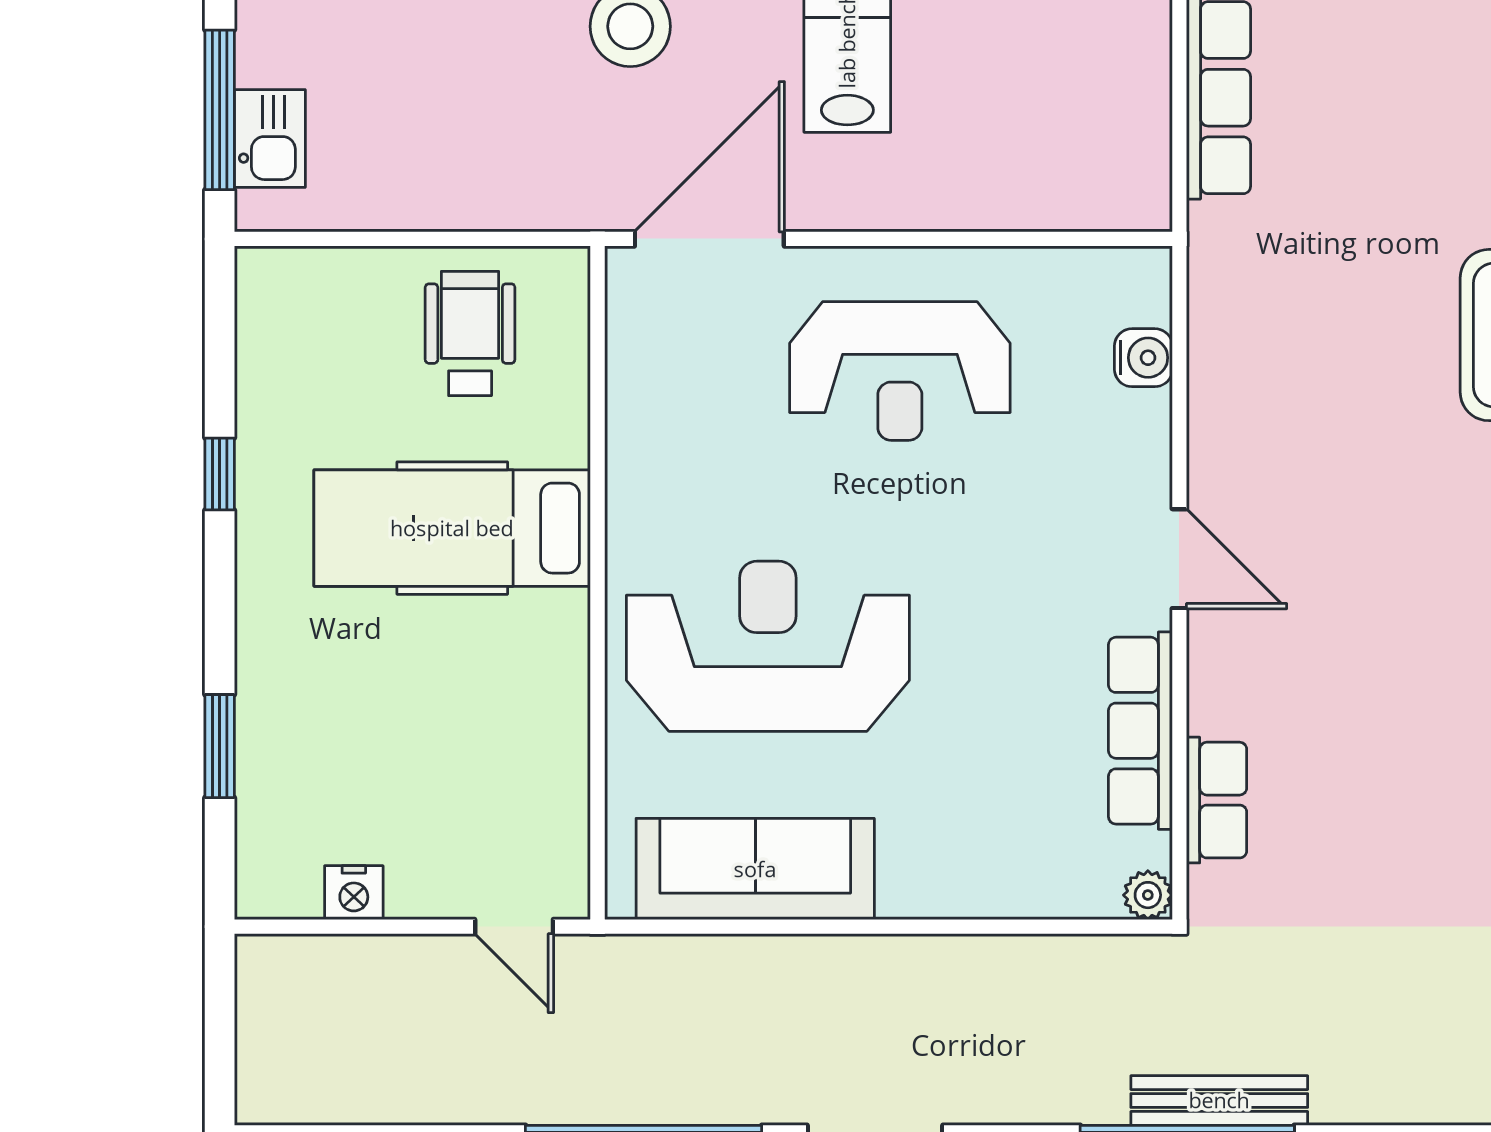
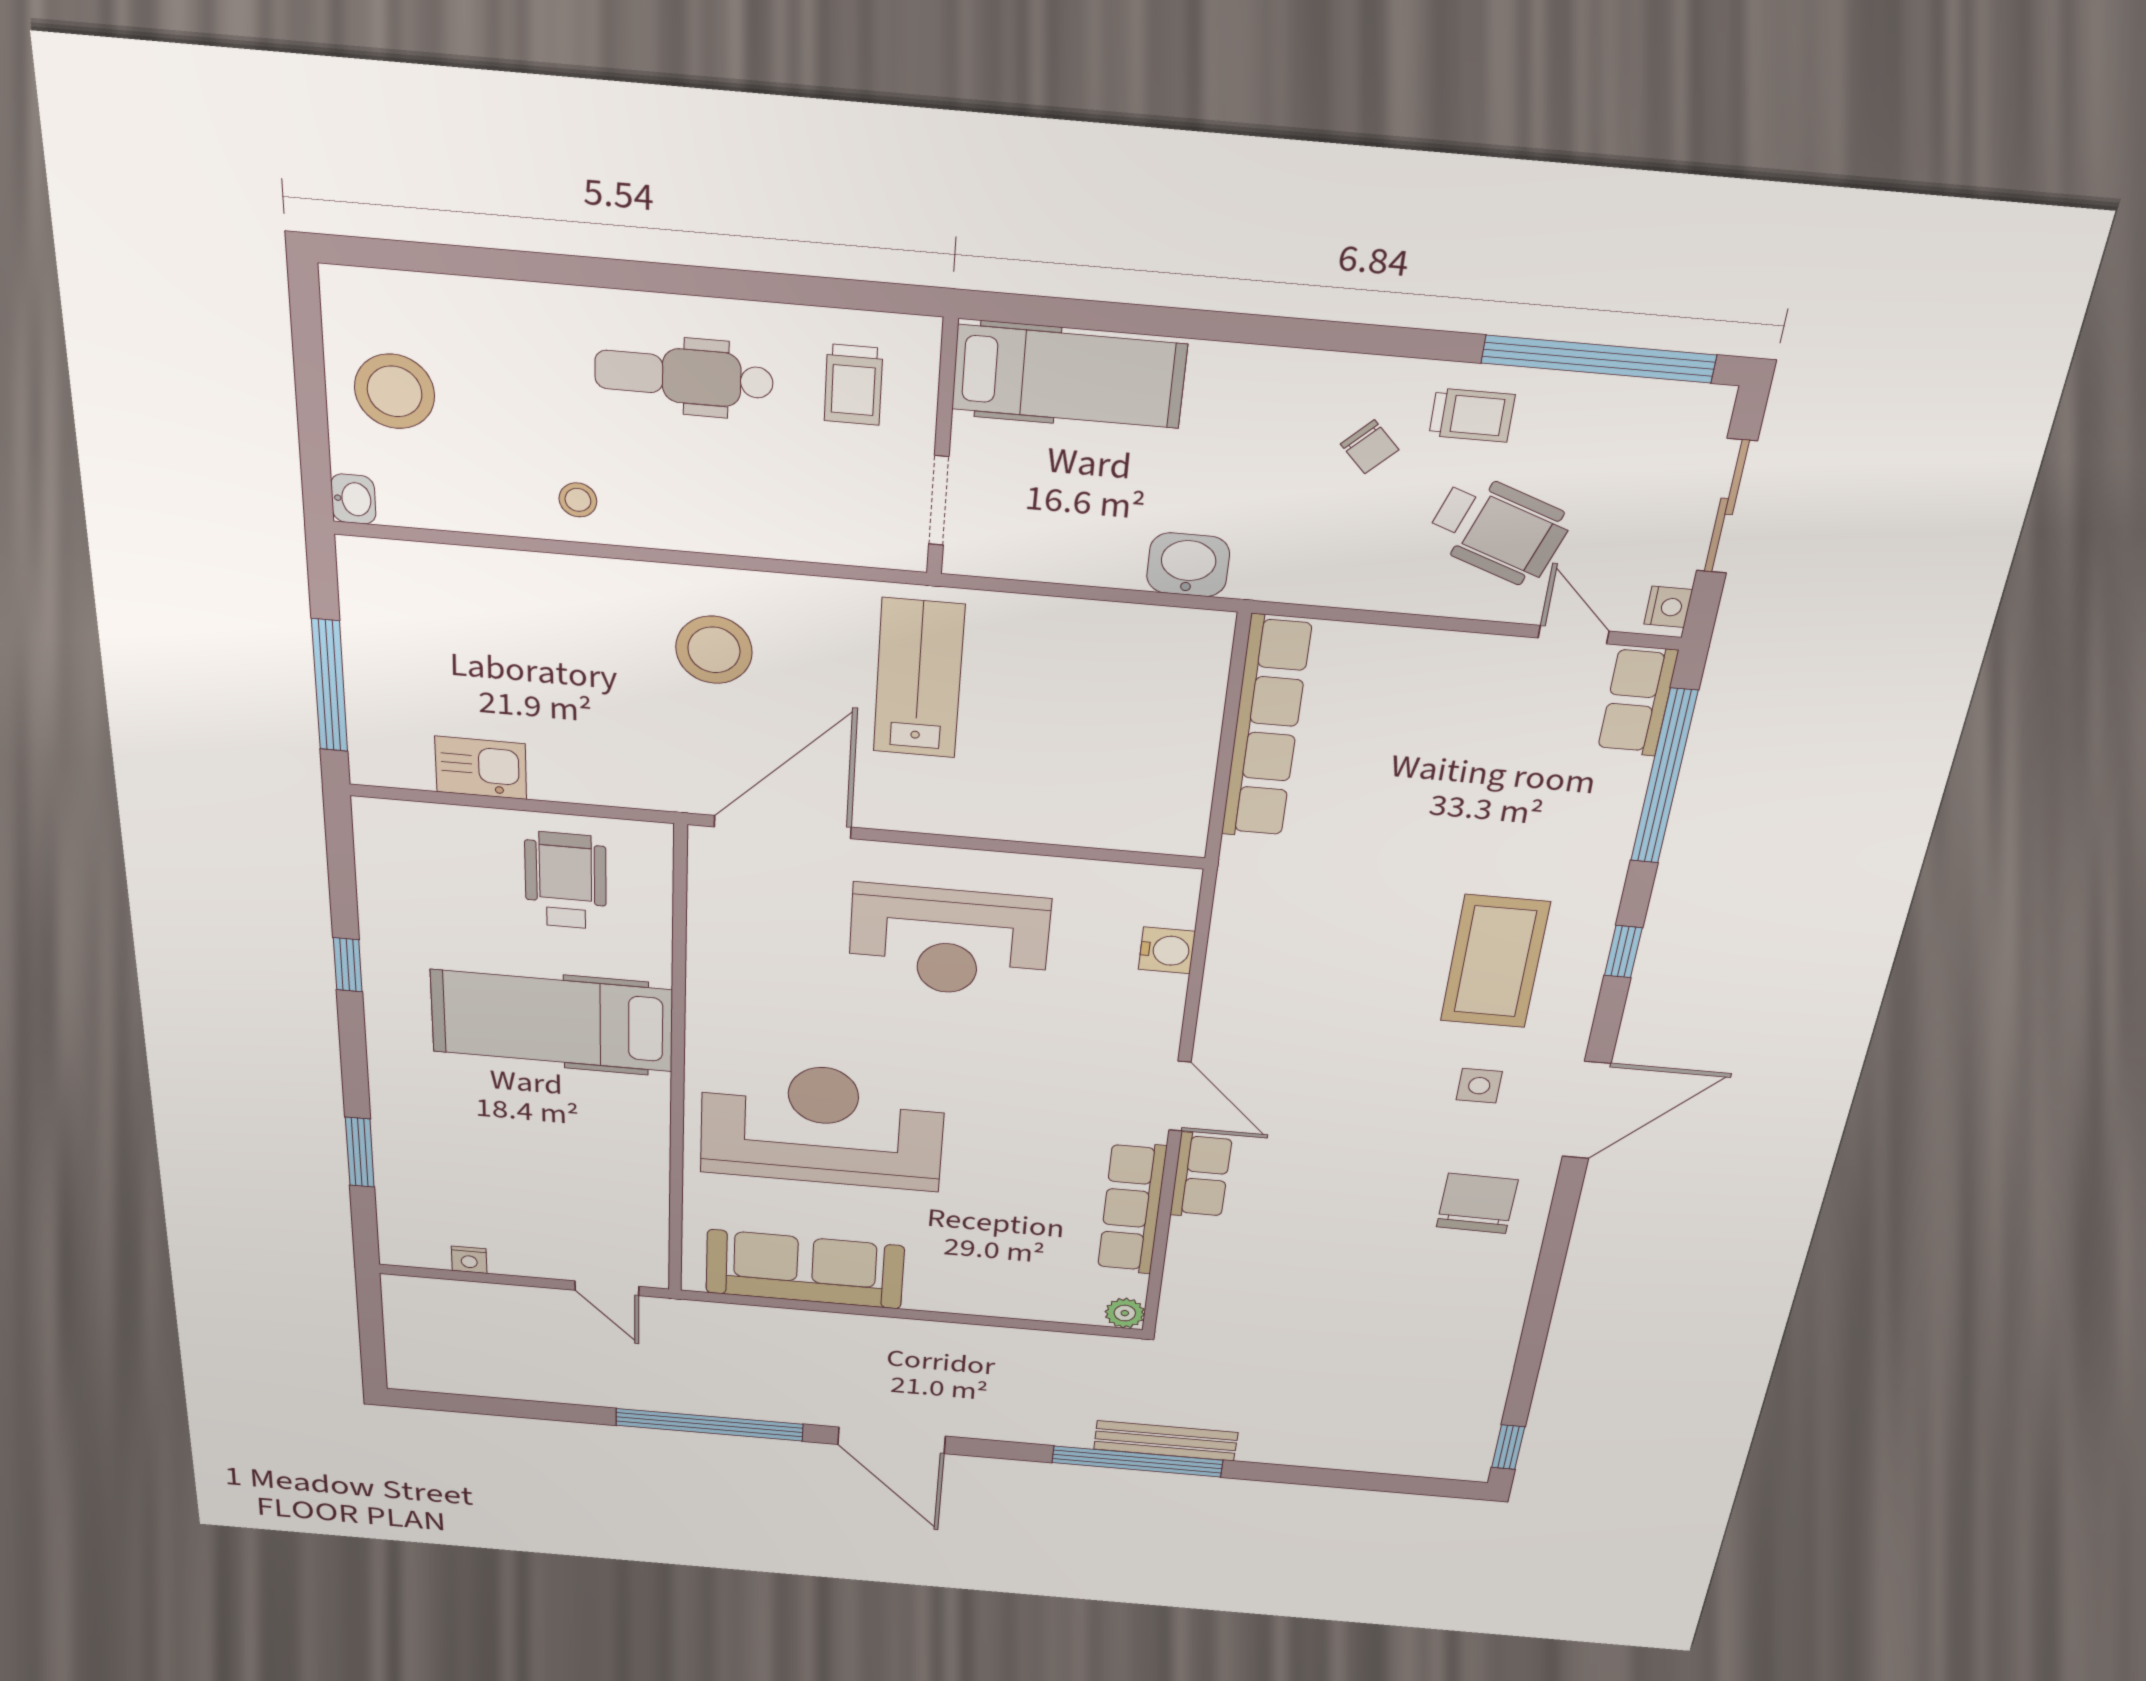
kitchen sink: (270, 139) -> (481, 768), moved, turned -90
row of seats: (1217, 800) -> (1201, 1176), moved
nightstand: (354, 893) -> (469, 1260), width x0.72, depth x0.74

